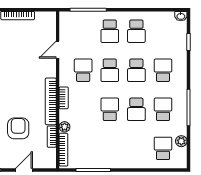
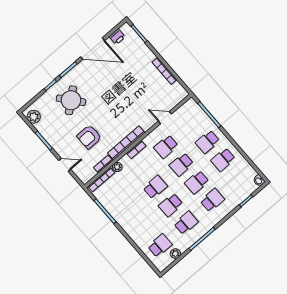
school desk: (83, 70) -> (166, 147), turned 180
armchair: (18, 128) -> (89, 137), turned 180

